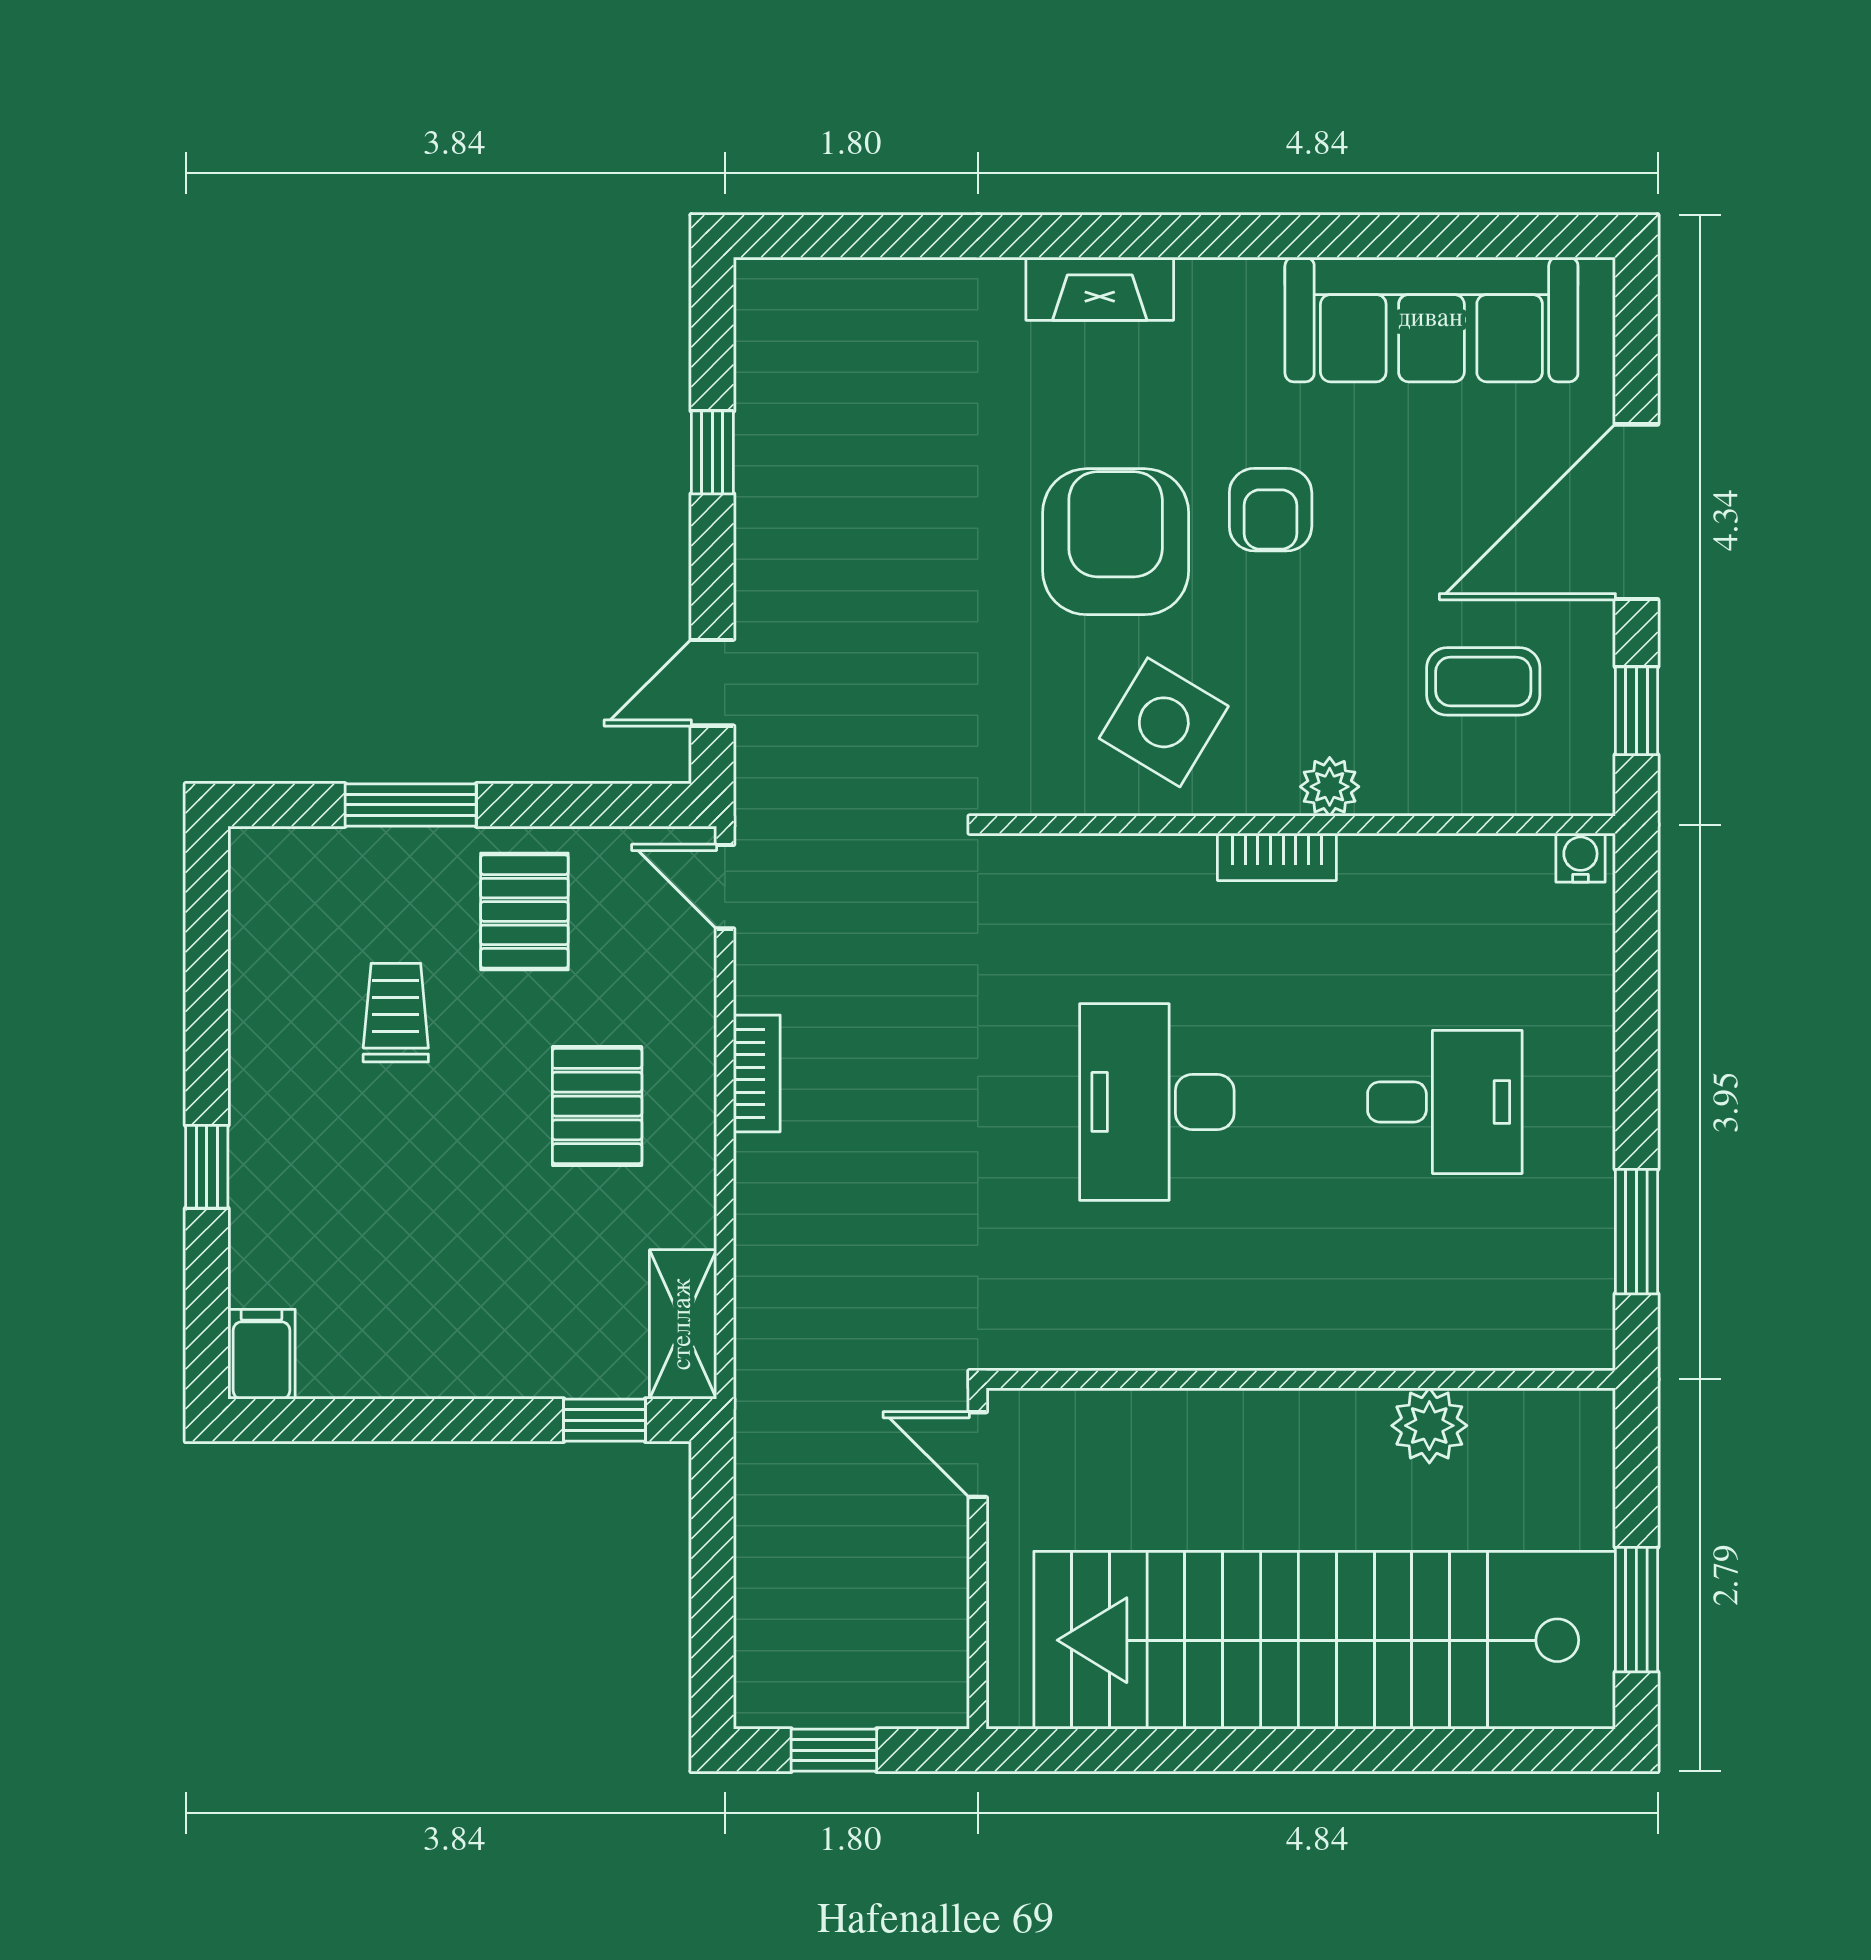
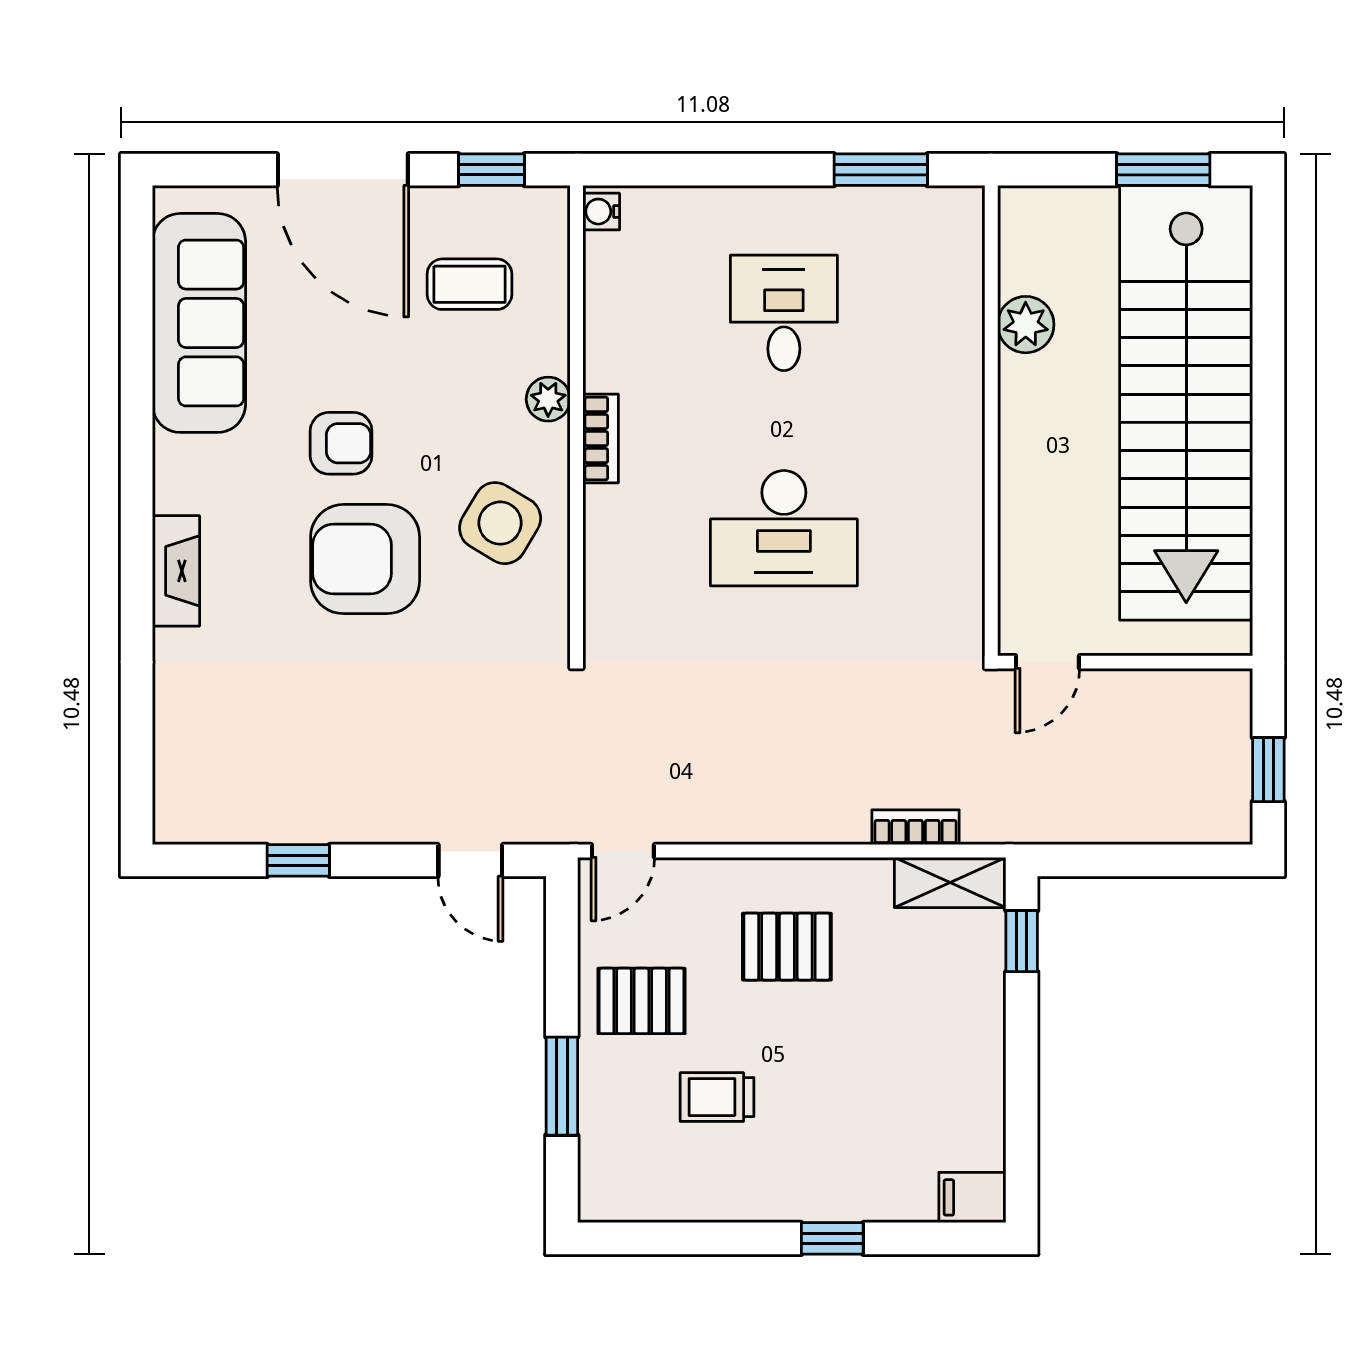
coffee table: (1483, 681) -> (470, 284), turned 90
bookcase: (757, 1073) -> (916, 827), moved

